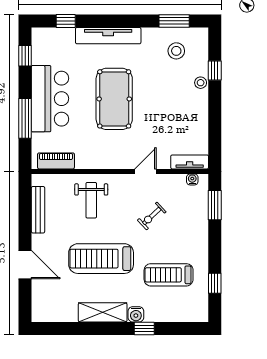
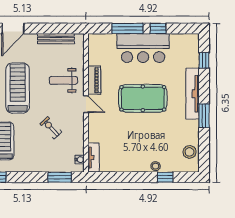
window: (174, 21) -> (204, 116), moved
stool: (176, 51) -> (189, 152), moved
window: (25, 56) -> (158, 29), moved
piano: (56, 161) -> (94, 80), moved
door: (145, 171) -> (86, 104), moved

